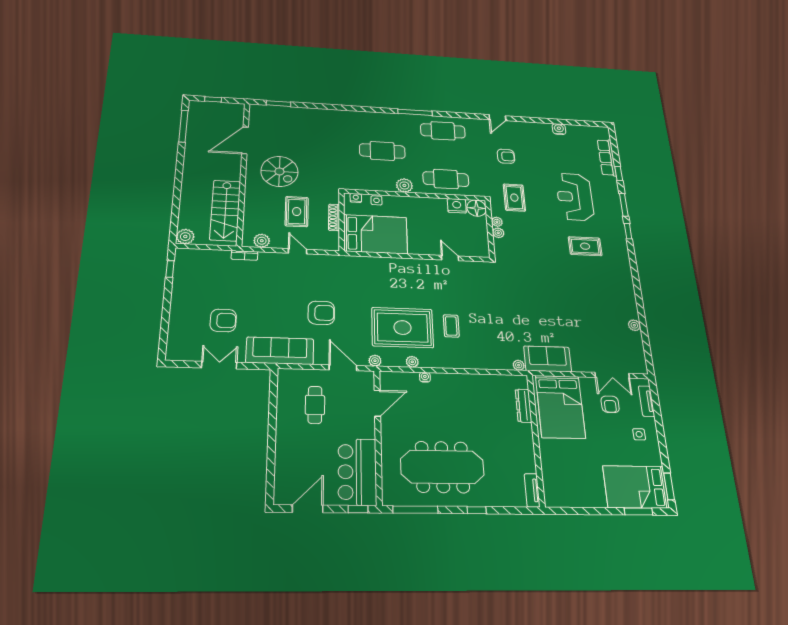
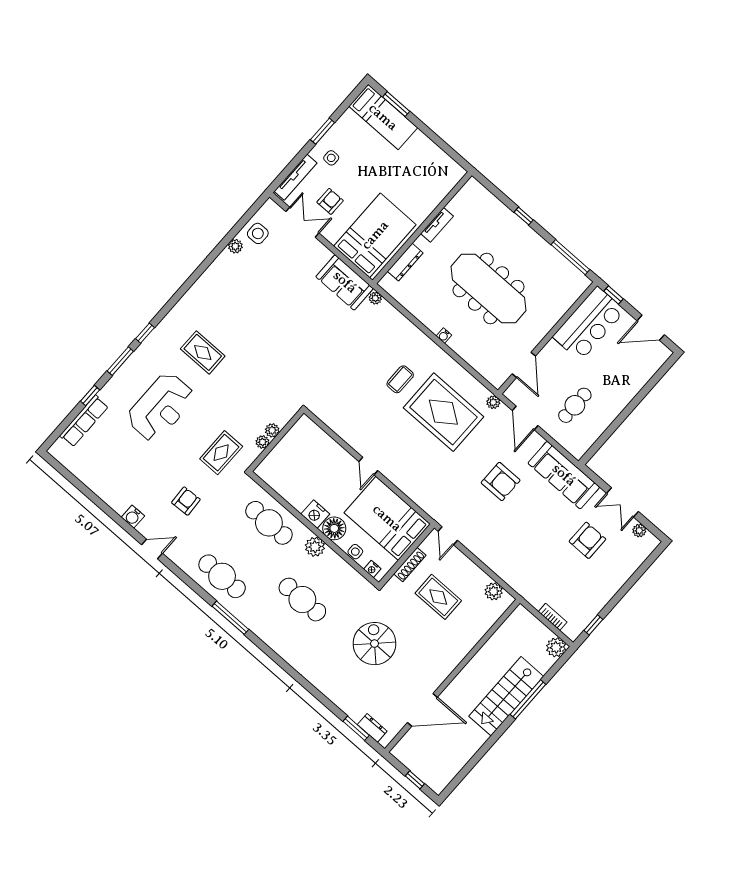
dresser: (269, 110) -> (372, 728), added
window: (183, 126) -> (528, 699), moved
water cooler: (559, 129) -> (133, 517), moved
armchair: (506, 156) -> (186, 501), turned 87
spiral stairs: (279, 171) -> (374, 644), moved
nightstand: (457, 206) -> (315, 514), moved
floor lamp: (477, 208) -> (334, 528), moved
stairs: (225, 210) -> (506, 696), moved, turned 180
rug: (297, 212) -> (438, 597), turned 90
door: (298, 251) -> (448, 536), moved
bookcase: (245, 255) -> (553, 617), moved
door: (450, 258) -> (368, 466), moved
armchair: (321, 313) -> (501, 481), turned 180
armchair: (223, 320) -> (587, 540), turned 90
side table: (630, 345) -> (258, 233), added
plant: (412, 362) -> (639, 531), moved
water cooler: (425, 377) -> (444, 336), moved
tv unit: (647, 401) -> (296, 177), width x1.41
door: (377, 403) -> (524, 365), swing flipped
meeting table: (442, 467) -> (489, 289), moved
window: (669, 486) -> (322, 131), moved
bed: (636, 487) -> (383, 117), width x0.67
tv unit: (532, 490) -> (437, 225), moved

